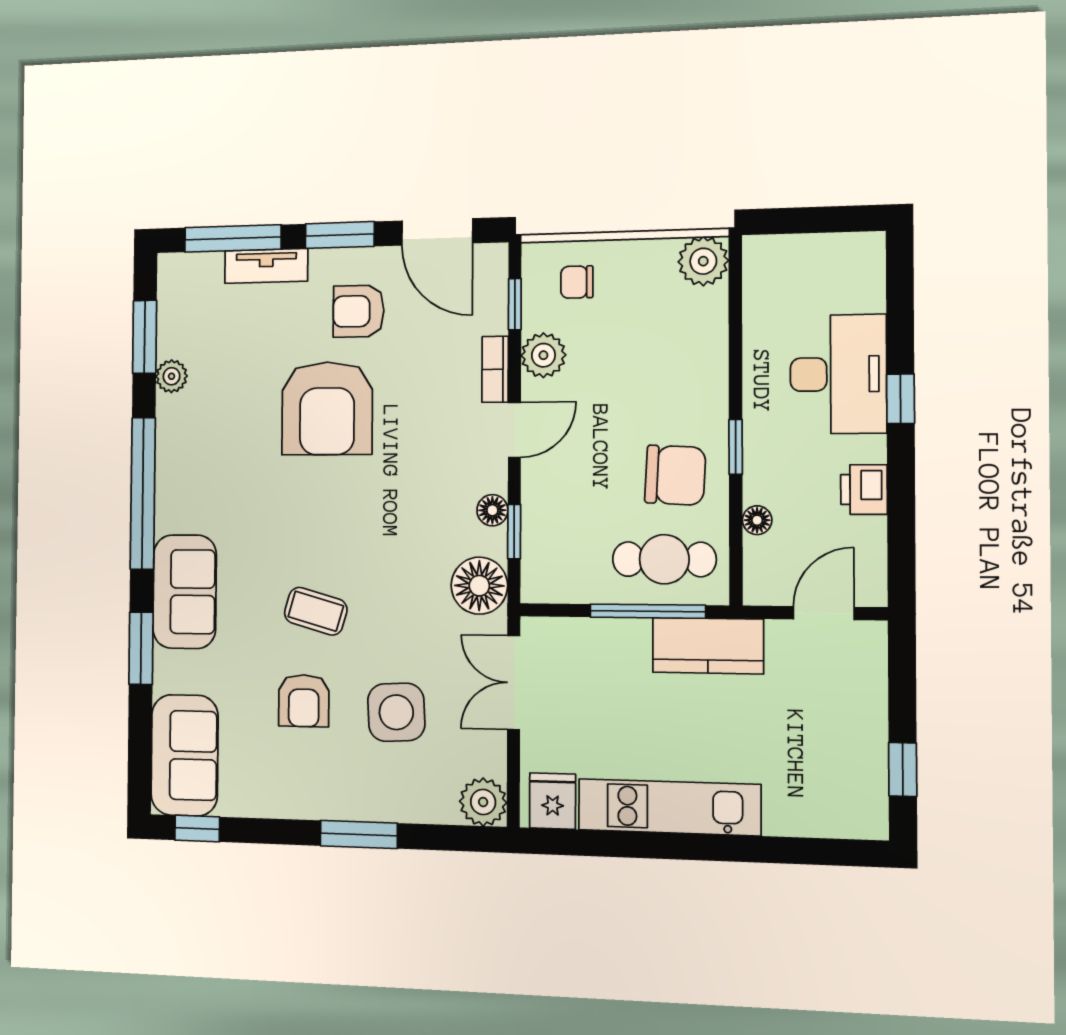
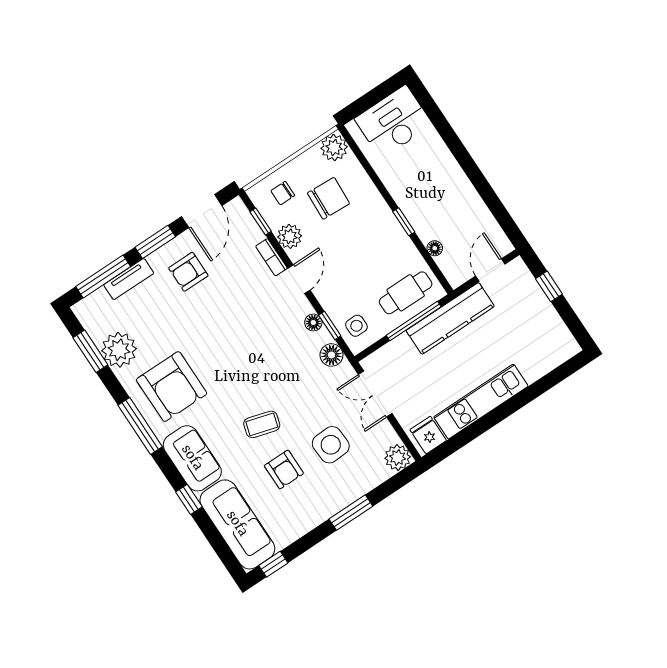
door: (437, 232) -> (202, 211), hinge flipped
desk: (838, 374) -> (393, 122), moved, turned -90
plant: (172, 376) -> (119, 350), width x1.88, depth x1.88
window: (901, 399) -> (461, 154), removed
armchair: (327, 408) -> (172, 387), moved
chair: (675, 475) -> (329, 198), moved
printer: (864, 489) -> (472, 204), removed
window: (143, 493) -> (140, 426), width x0.68
side table: (554, 559) -> (356, 326), added
floor lamp: (479, 586) -> (331, 355), width x0.73, depth x0.73
kitchen counter: (708, 646) -> (450, 318), width x1.50
window: (141, 648) -> (189, 499), width x0.67
sofa: (184, 755) -> (237, 524), width x1.36
window: (903, 770) -> (549, 286), moved

